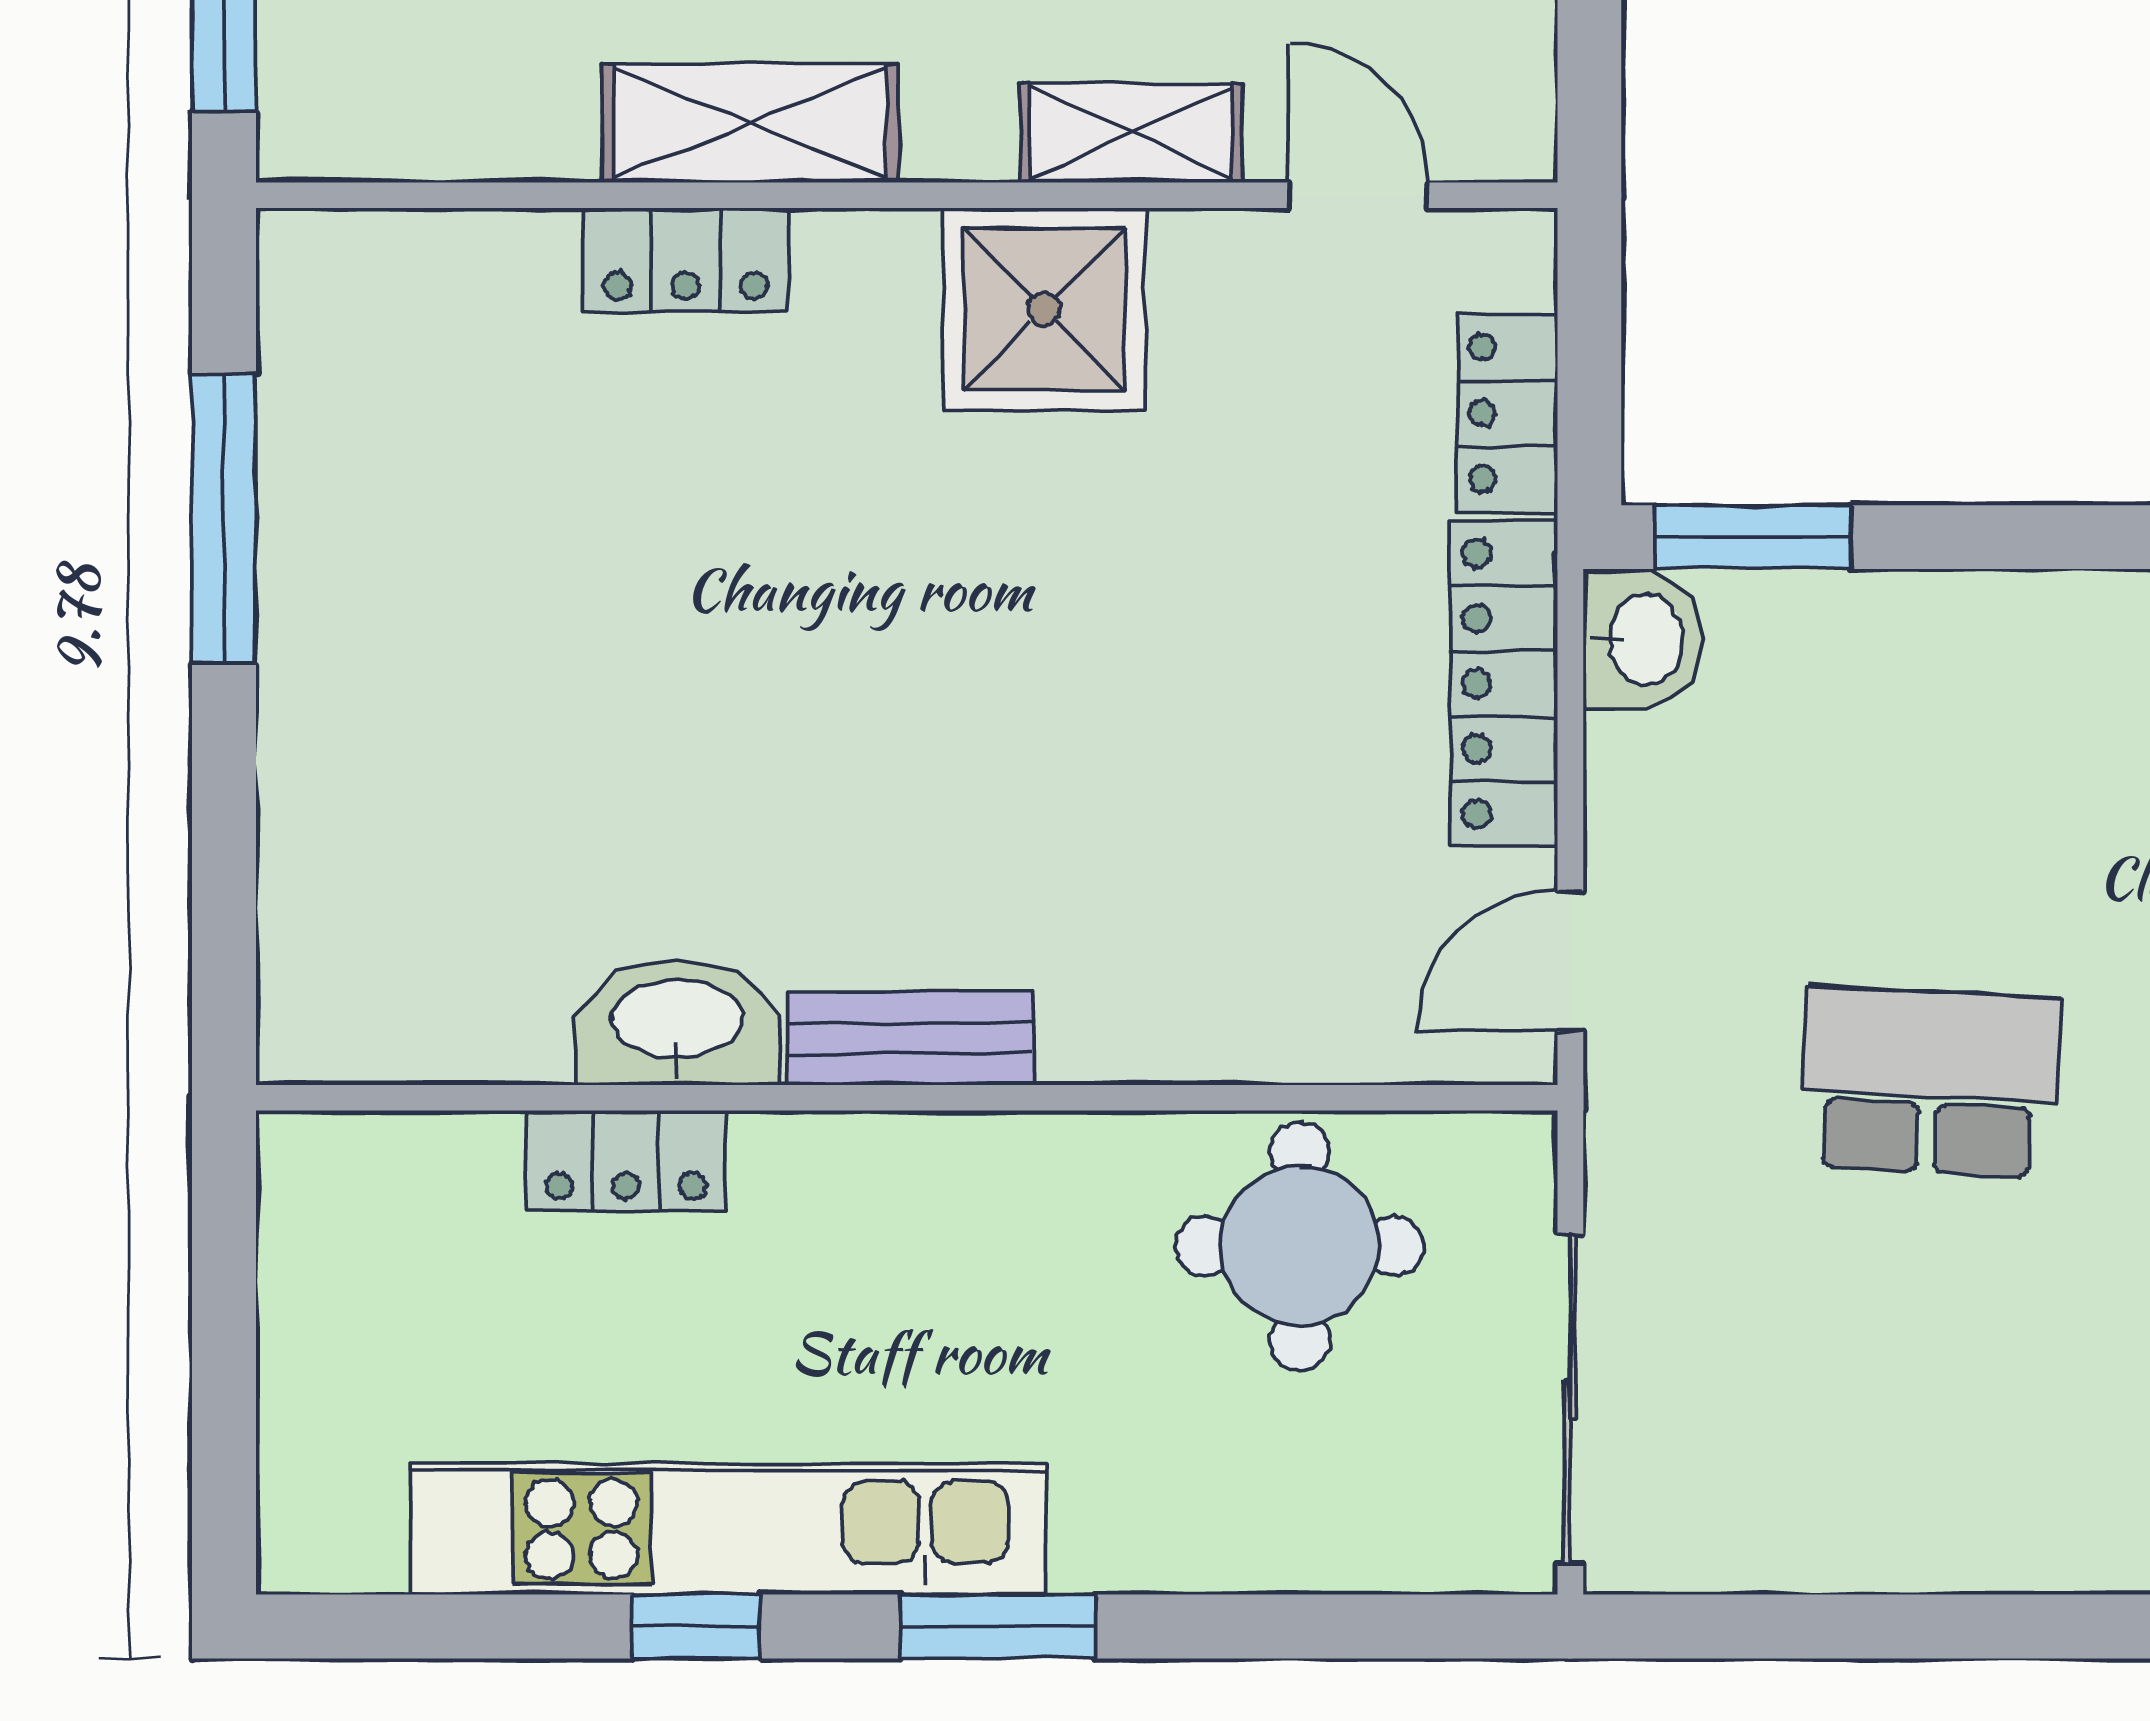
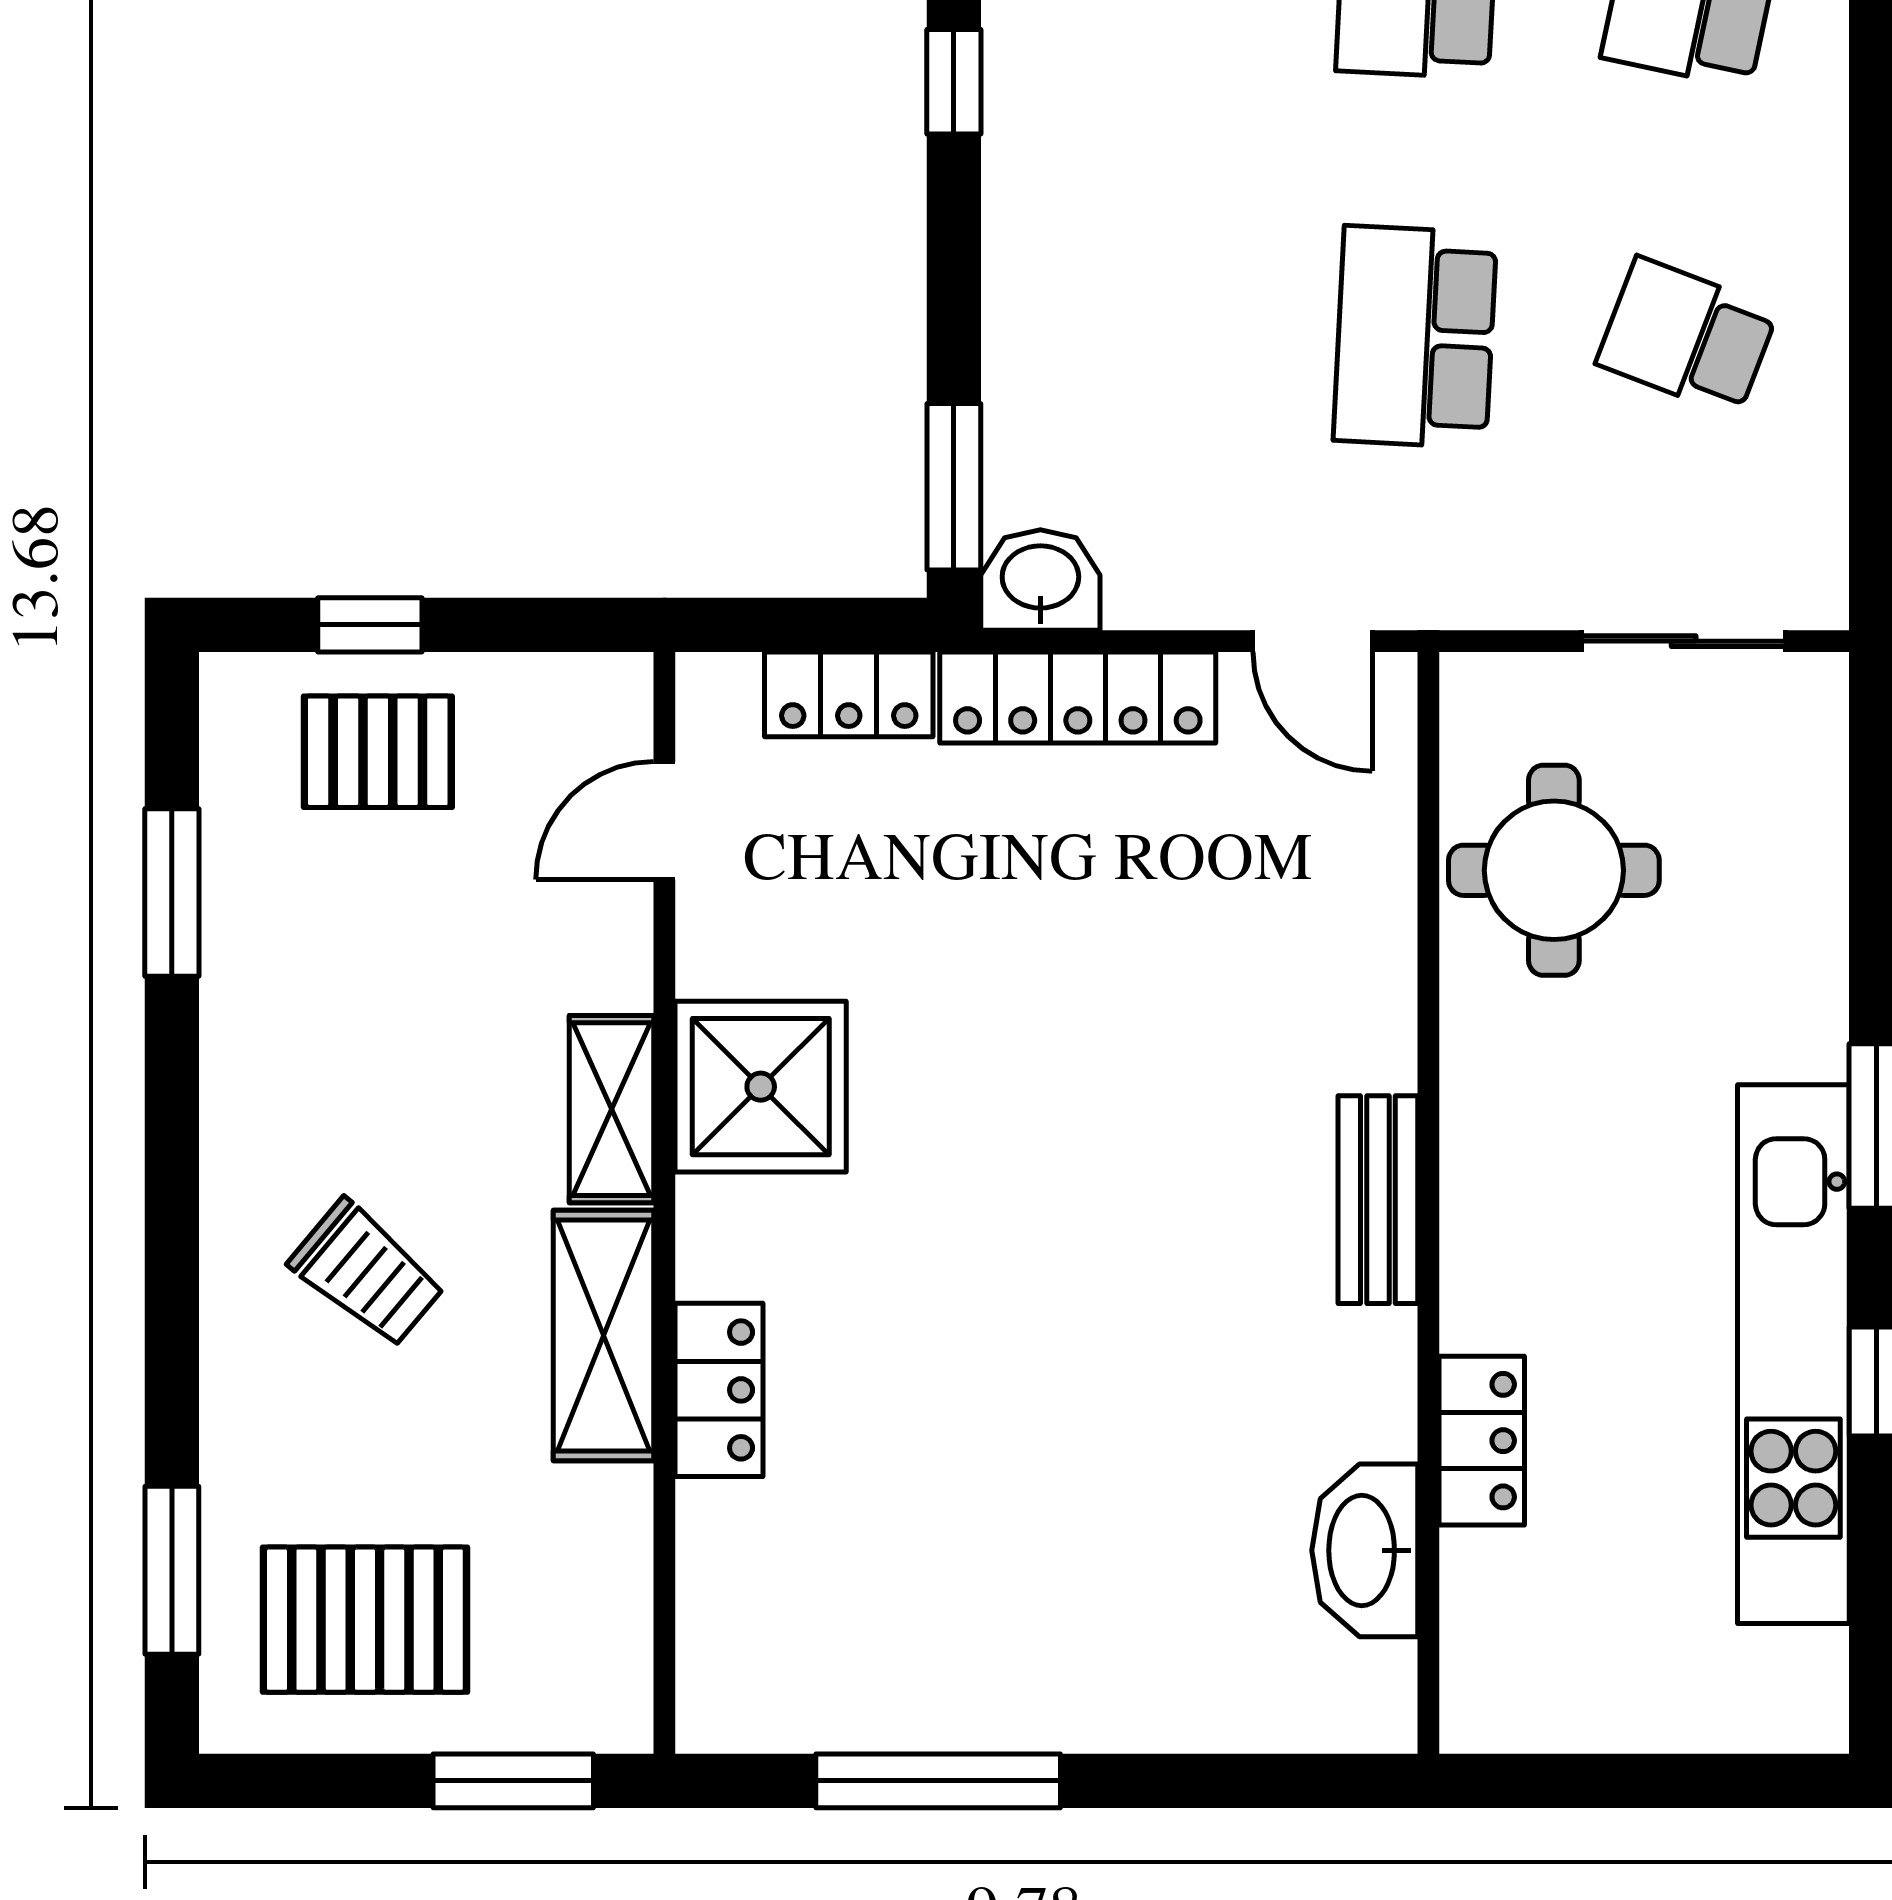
shelving: (1131, 133) -> (612, 1109), moved
washbasin: (677, 1023) -> (1365, 1550), moved
sliding door: (1570, 1399) -> (1684, 641), width x0.73
school desk: (1930, 1403) -> (1687, 337), added

